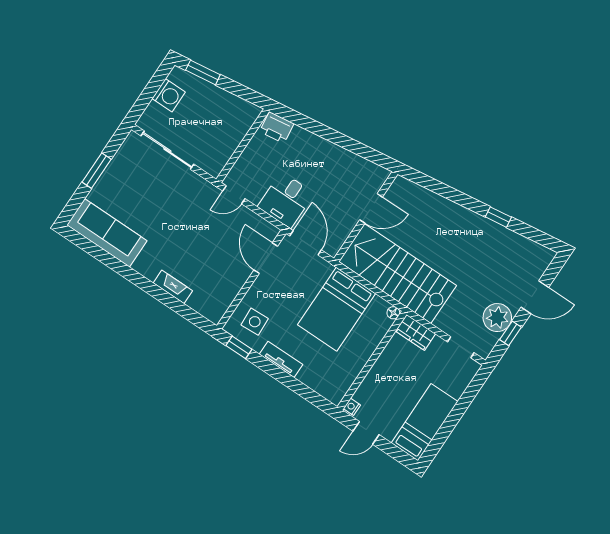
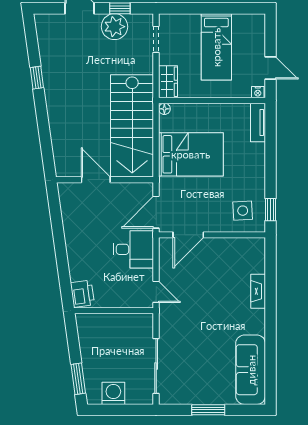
tv unit: (281, 359) -> (258, 122), moved
bed: (425, 422) -> (216, 47), moved, turned -90

